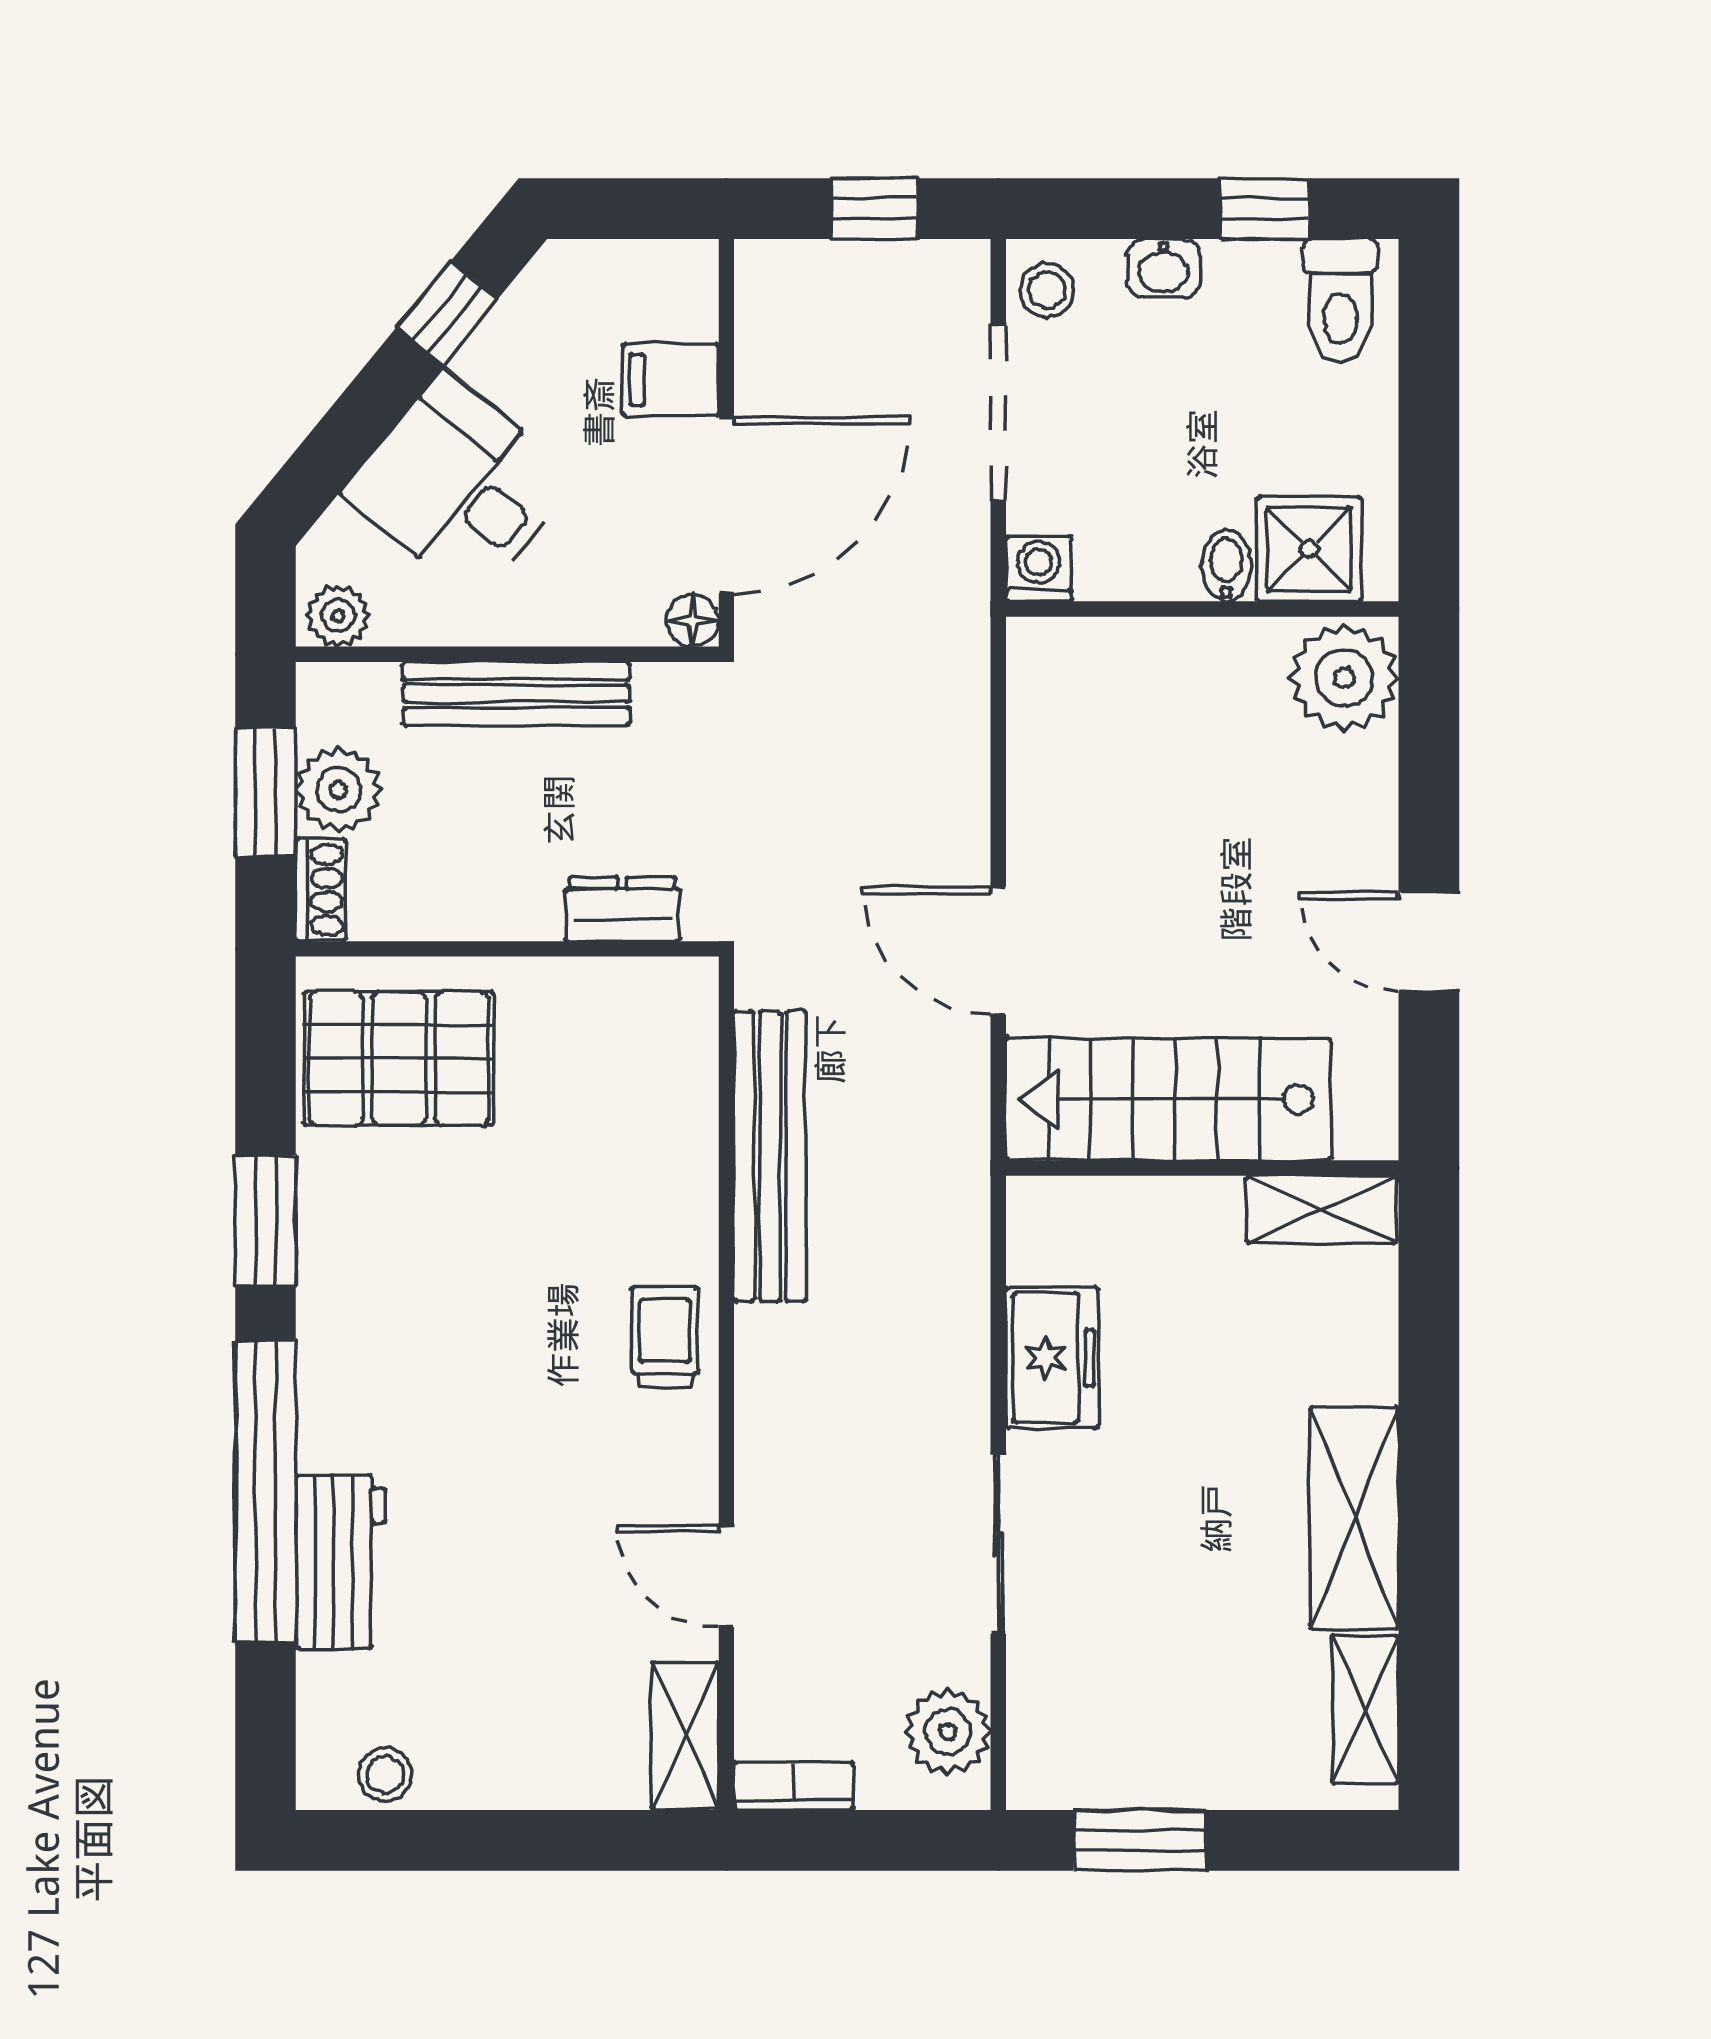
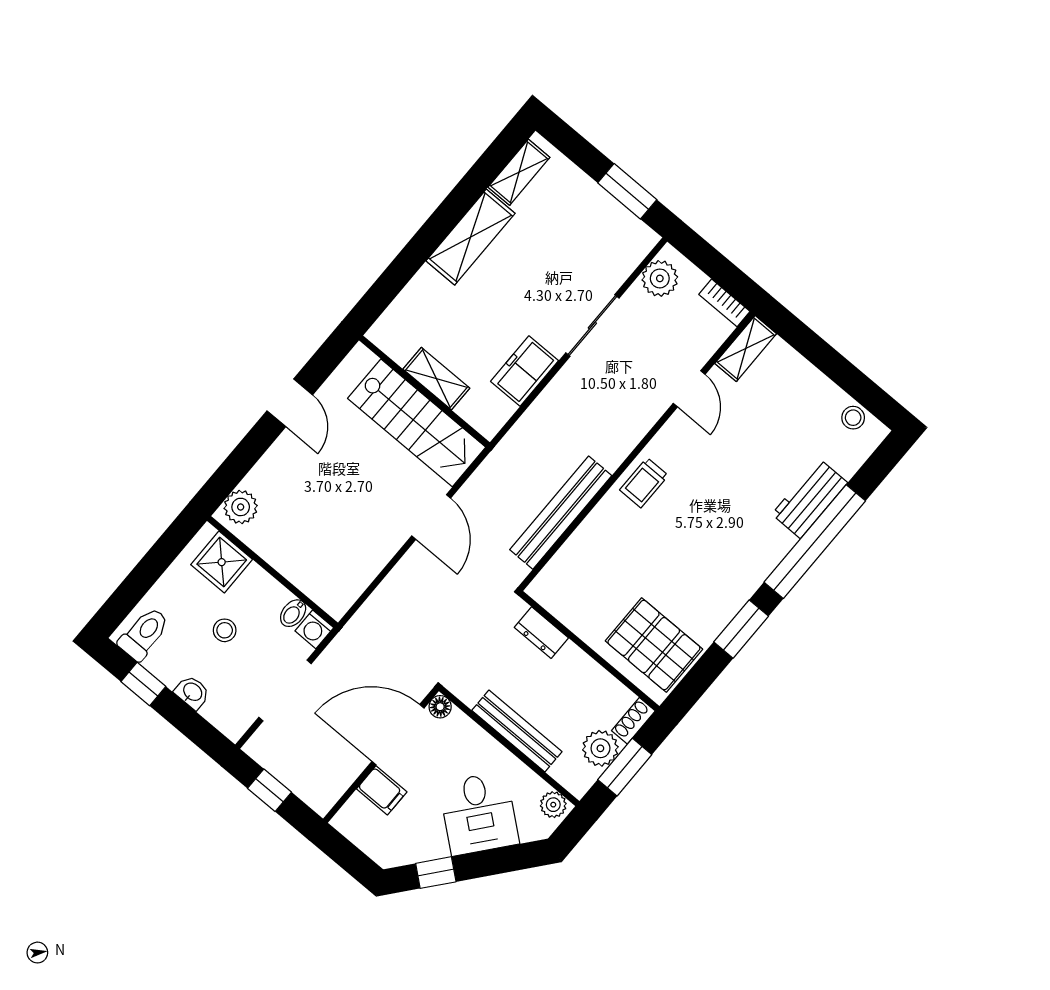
stool: (1047, 290) -> (225, 630), moved
bidet: (1226, 566) -> (293, 613), moved
plant: (1344, 678) -> (241, 507), width x0.73, depth x0.73
shelving: (1322, 1209) -> (436, 379), moved

